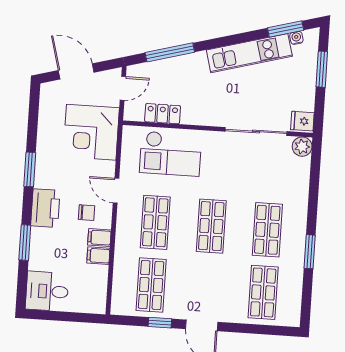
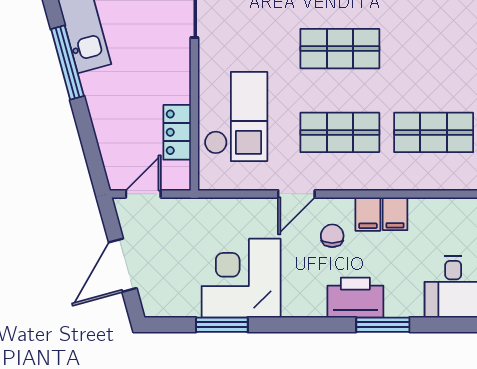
window: (170, 52) -> (67, 63), moved
door: (123, 88) -> (143, 194), hinge flipped
corner desk: (91, 132) -> (241, 278), moved, turned 180
window: (30, 169) -> (222, 325), moved
printer: (45, 208) -> (355, 298), moved

